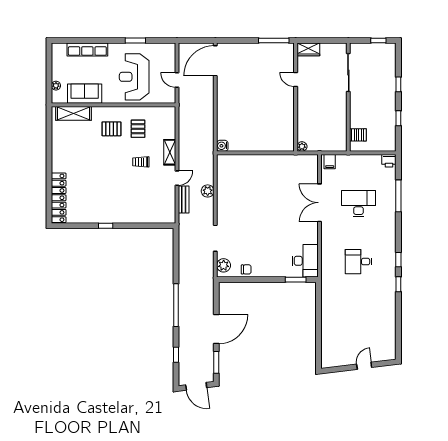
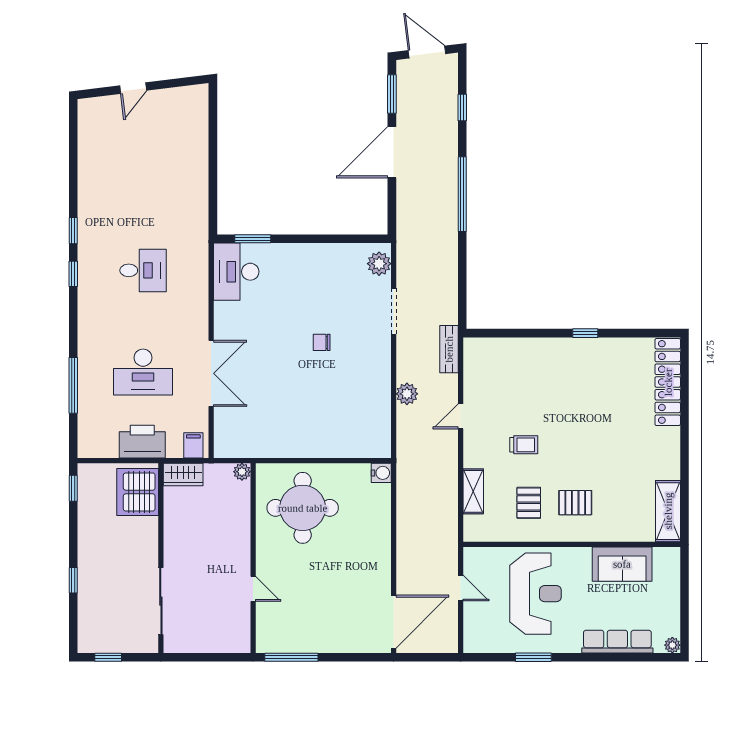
wardrobe: (308, 49) -> (183, 475), moved, turned 180
plant: (56, 86) -> (672, 645), moved
shelving: (73, 113) -> (668, 511), moved, turned 90
window: (398, 118) -> (73, 488), moved
round table: (267, 126) -> (303, 508), added
server rack: (358, 135) -> (138, 492), width x2.18, depth x1.44
shelving: (170, 152) -> (473, 491), moved
printer: (389, 161) -> (142, 442), moved, width x1.87, depth x1.48
bench: (184, 199) -> (449, 349), moved
chair: (246, 269) -> (322, 342), moved

